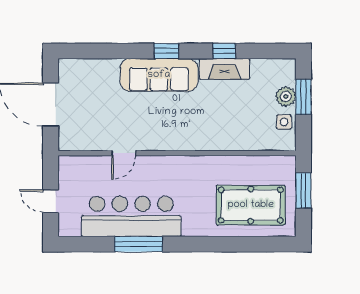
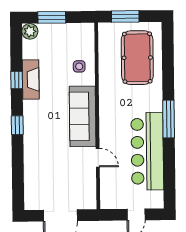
sofa: (159, 75) -> (83, 116), moved, turned 180
plant: (286, 96) -> (30, 31), moved
side table: (284, 122) -> (79, 66), moved
window: (138, 244) -> (169, 119), moved

